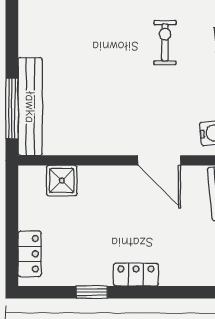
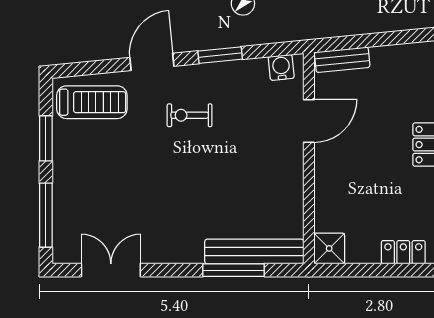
window: (12, 108) -> (234, 270), moved
shower: (62, 181) -> (329, 248), moved

